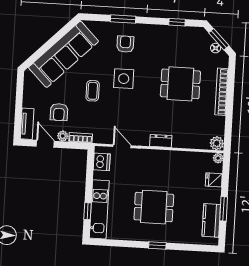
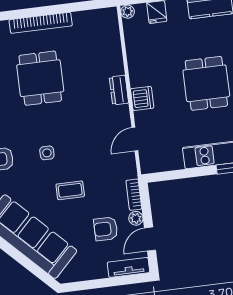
side table: (124, 79) -> (47, 153), width x0.54, depth x0.54
armchair: (59, 112) -> (106, 229), turned 180
plant: (217, 143) -> (109, 17), removed
dishwasher: (102, 162) -> (142, 98), moved, turned 90

